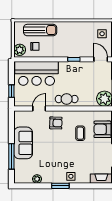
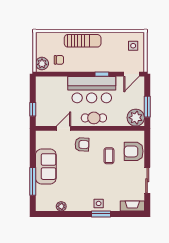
sun lounger: (40, 30) -> (83, 41), moved
door: (101, 59) -> (131, 74), swing flipped
bar counter: (37, 73) -> (92, 90), moved
window: (60, 186) -> (101, 214), moved

